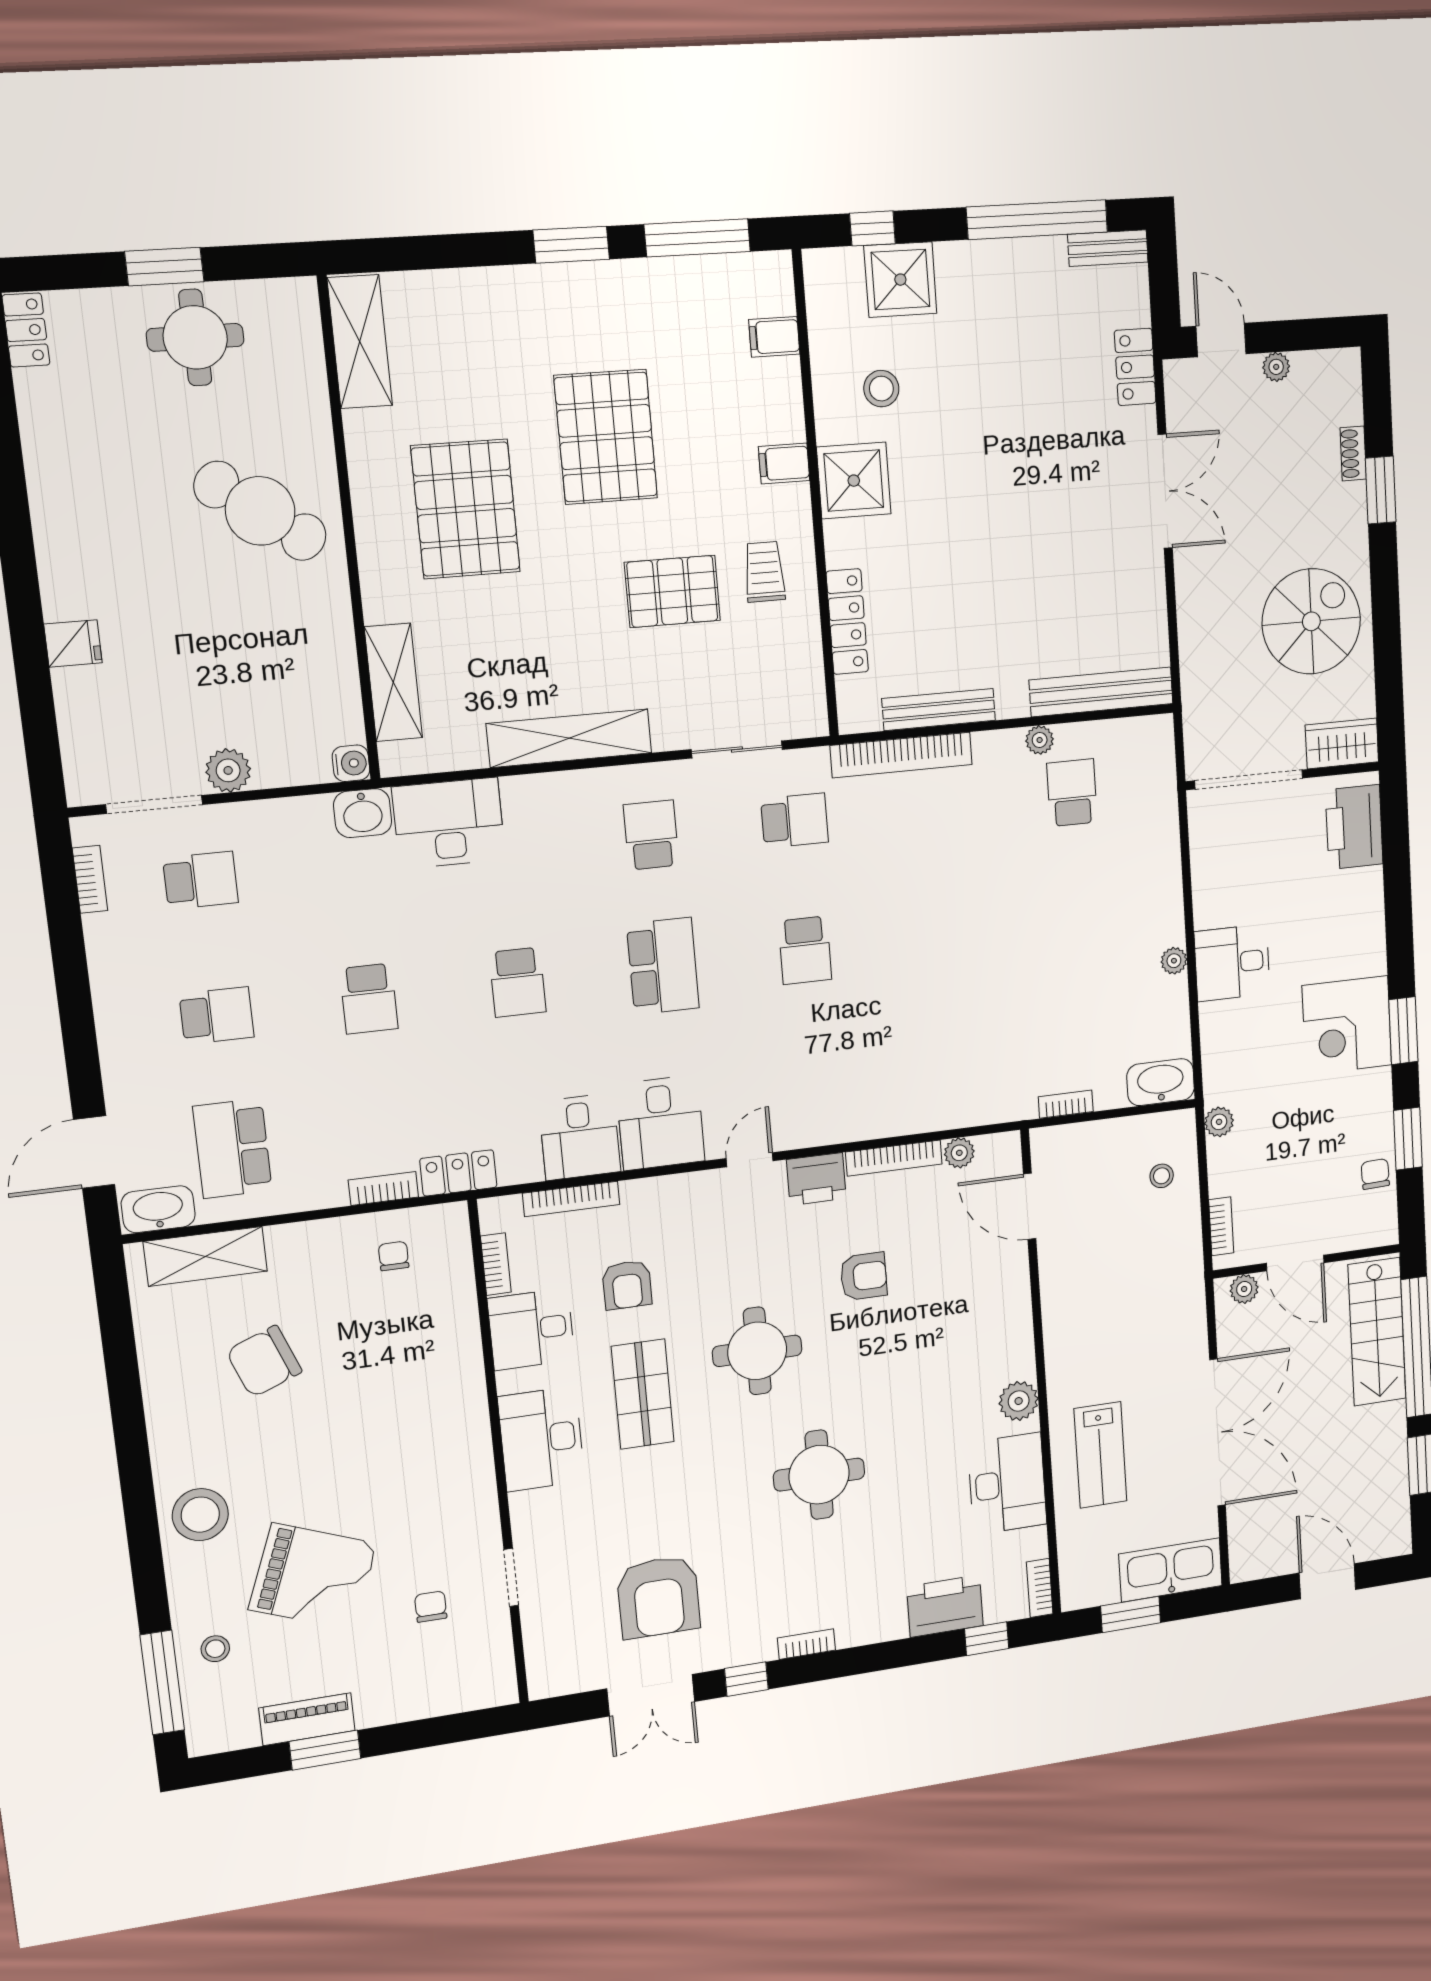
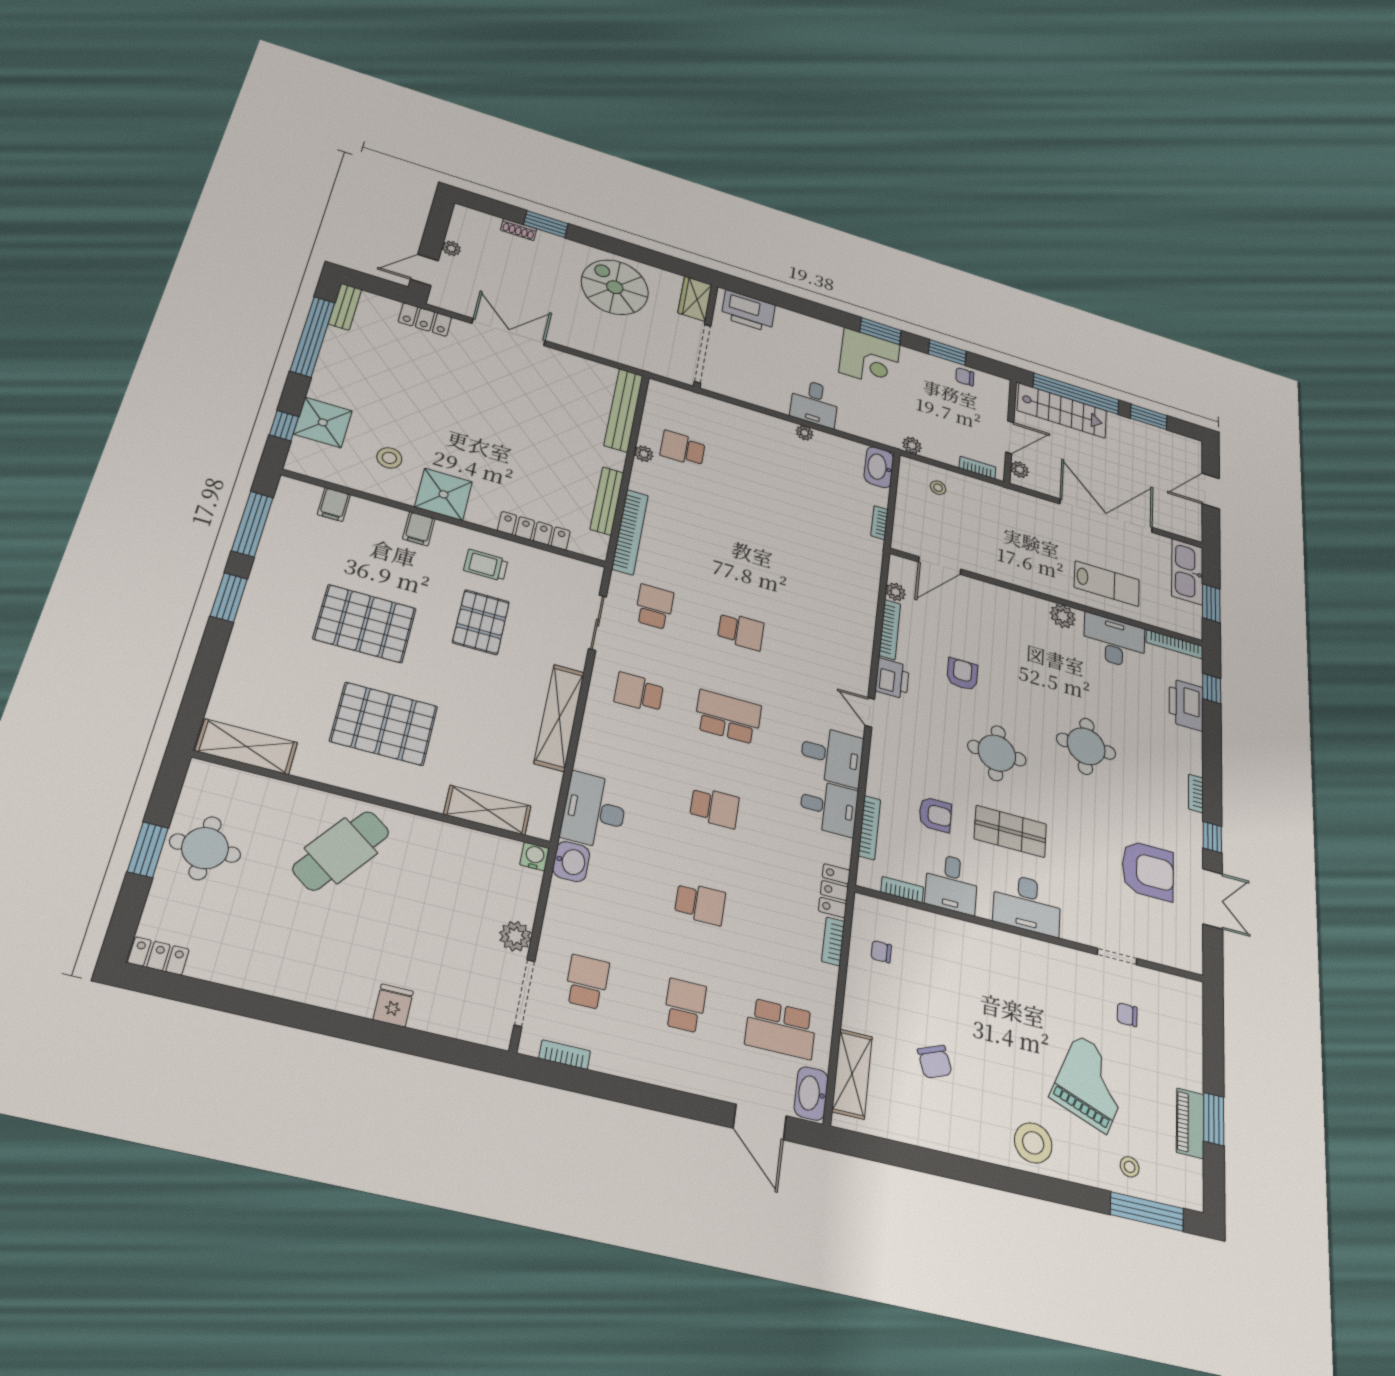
chair: (264, 1361) -> (935, 1062), width x0.73, depth x0.73
bookcase: (1040, 1588) -> (1175, 644), width x1.56

